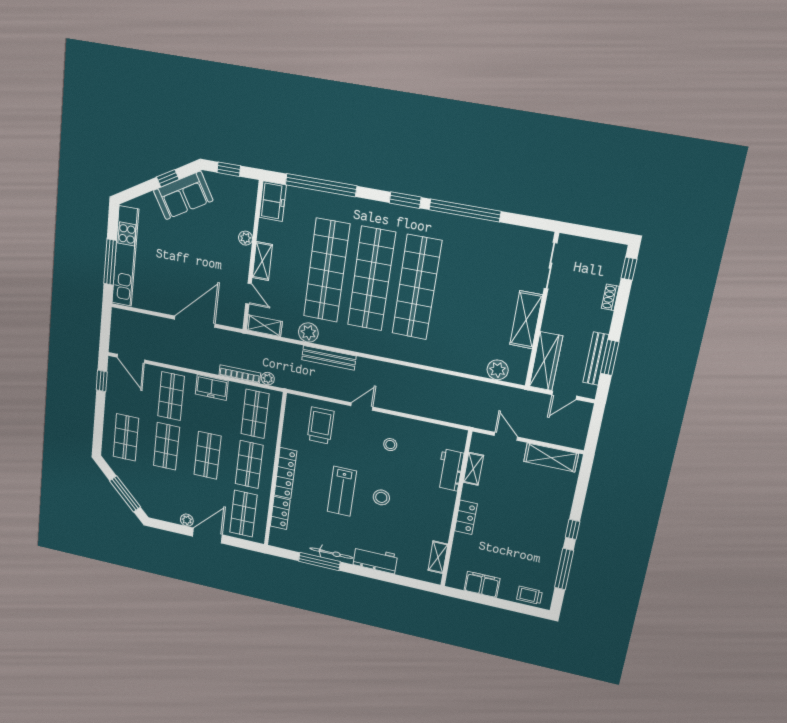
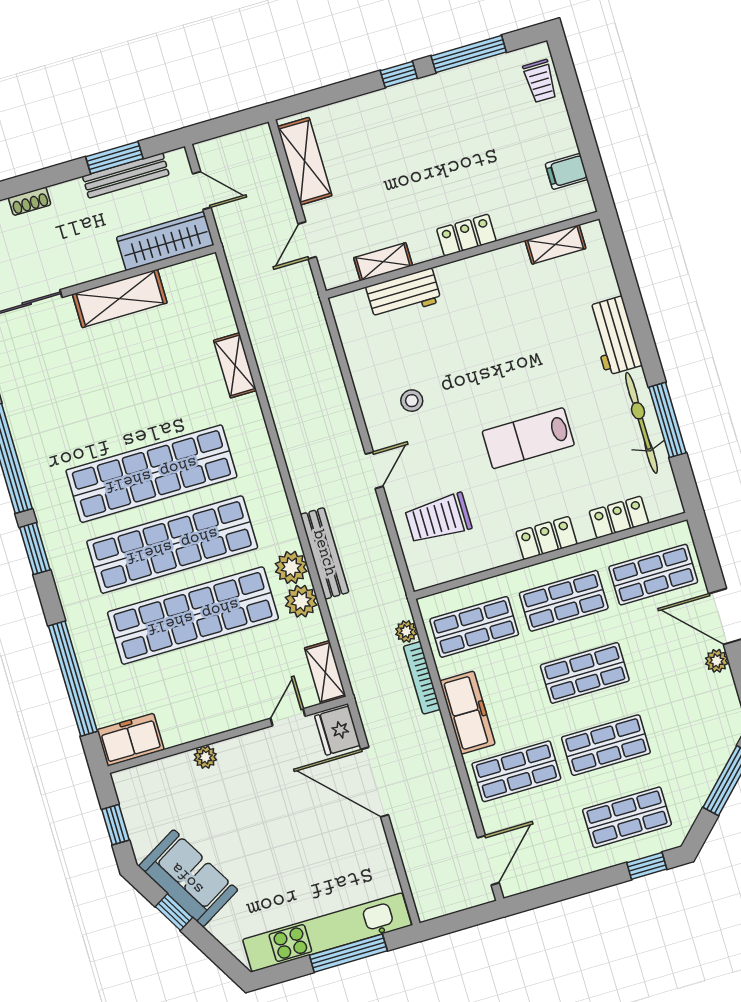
shelving: (262, 261) -> (235, 365), moved, turned 90
fridge: (230, 316) -> (337, 731), added
plant: (498, 370) -> (291, 567), moved
window: (102, 381) -> (647, 866), moved
freezer: (212, 387) -> (467, 713), width x1.40
door: (362, 406) -> (374, 470), swing flipped
locker: (286, 473) -> (546, 538), width x0.66
lab bench: (342, 491) -> (528, 438), turned 180
stool: (381, 497) -> (505, 375), removed
bicycle: (331, 553) -> (641, 423), width x1.37, depth x1.40
filing cabinet: (482, 584) -> (567, 171), width x0.50

